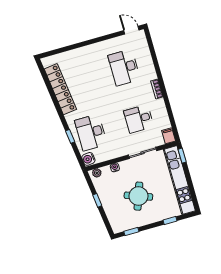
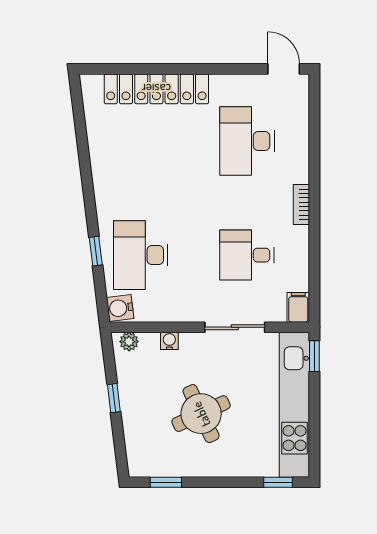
locker: (60, 89) -> (156, 89), moved, turned 97
round table: (138, 196) -> (201, 414), turned 45
window: (170, 221) -> (278, 482), moved

